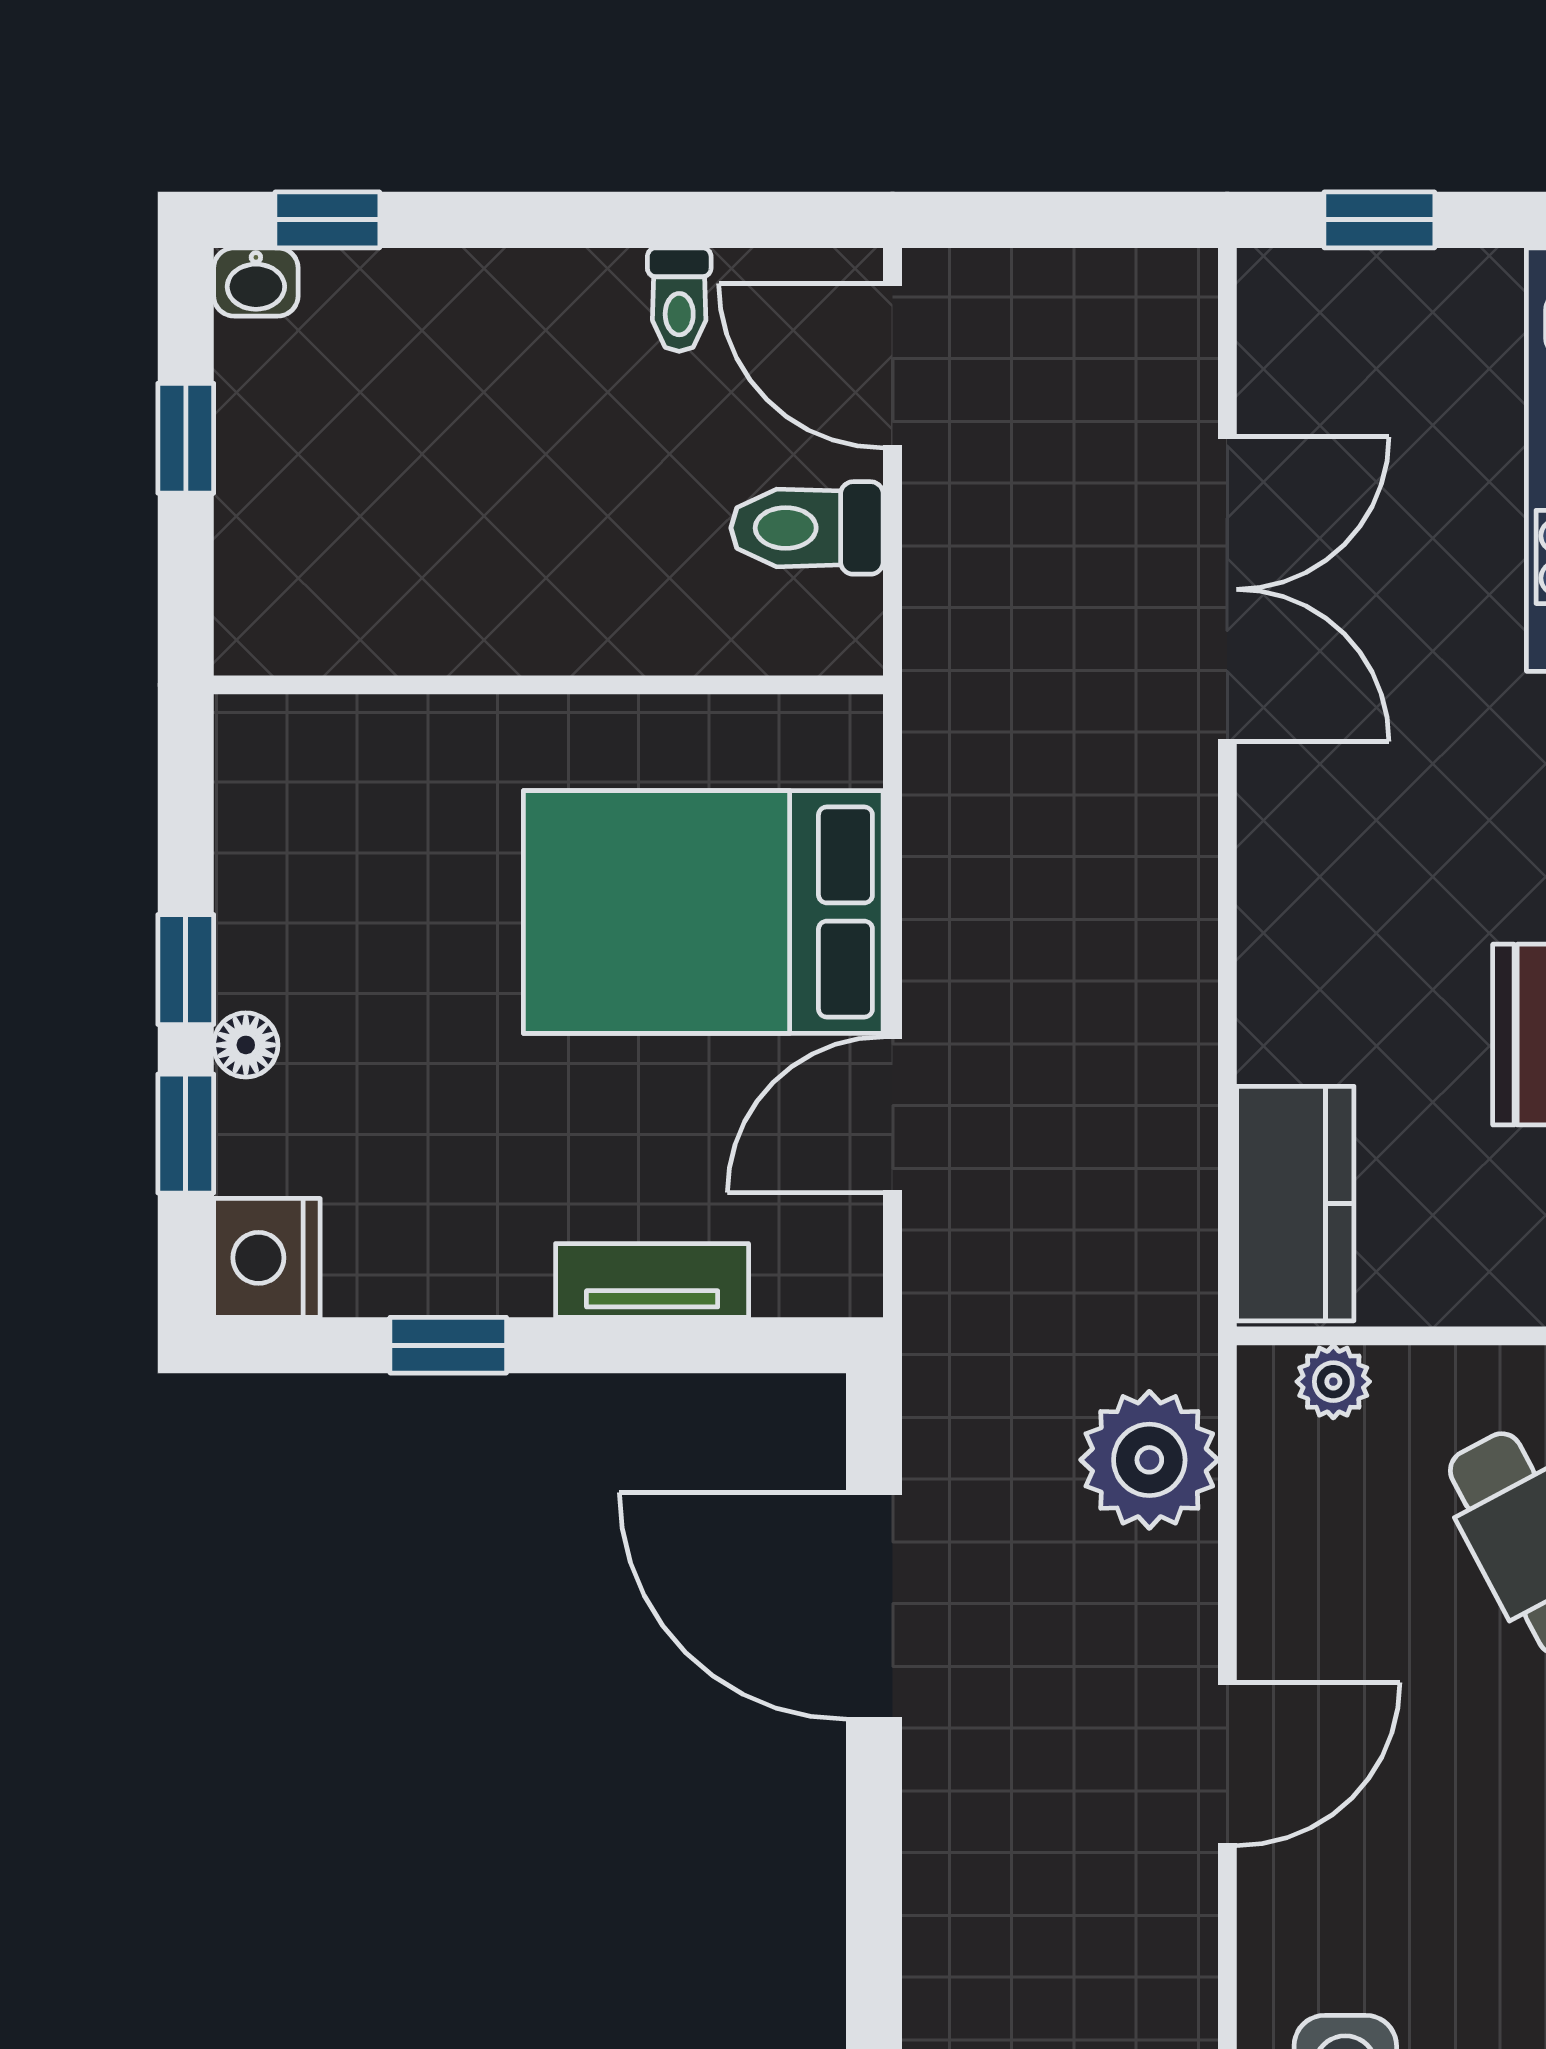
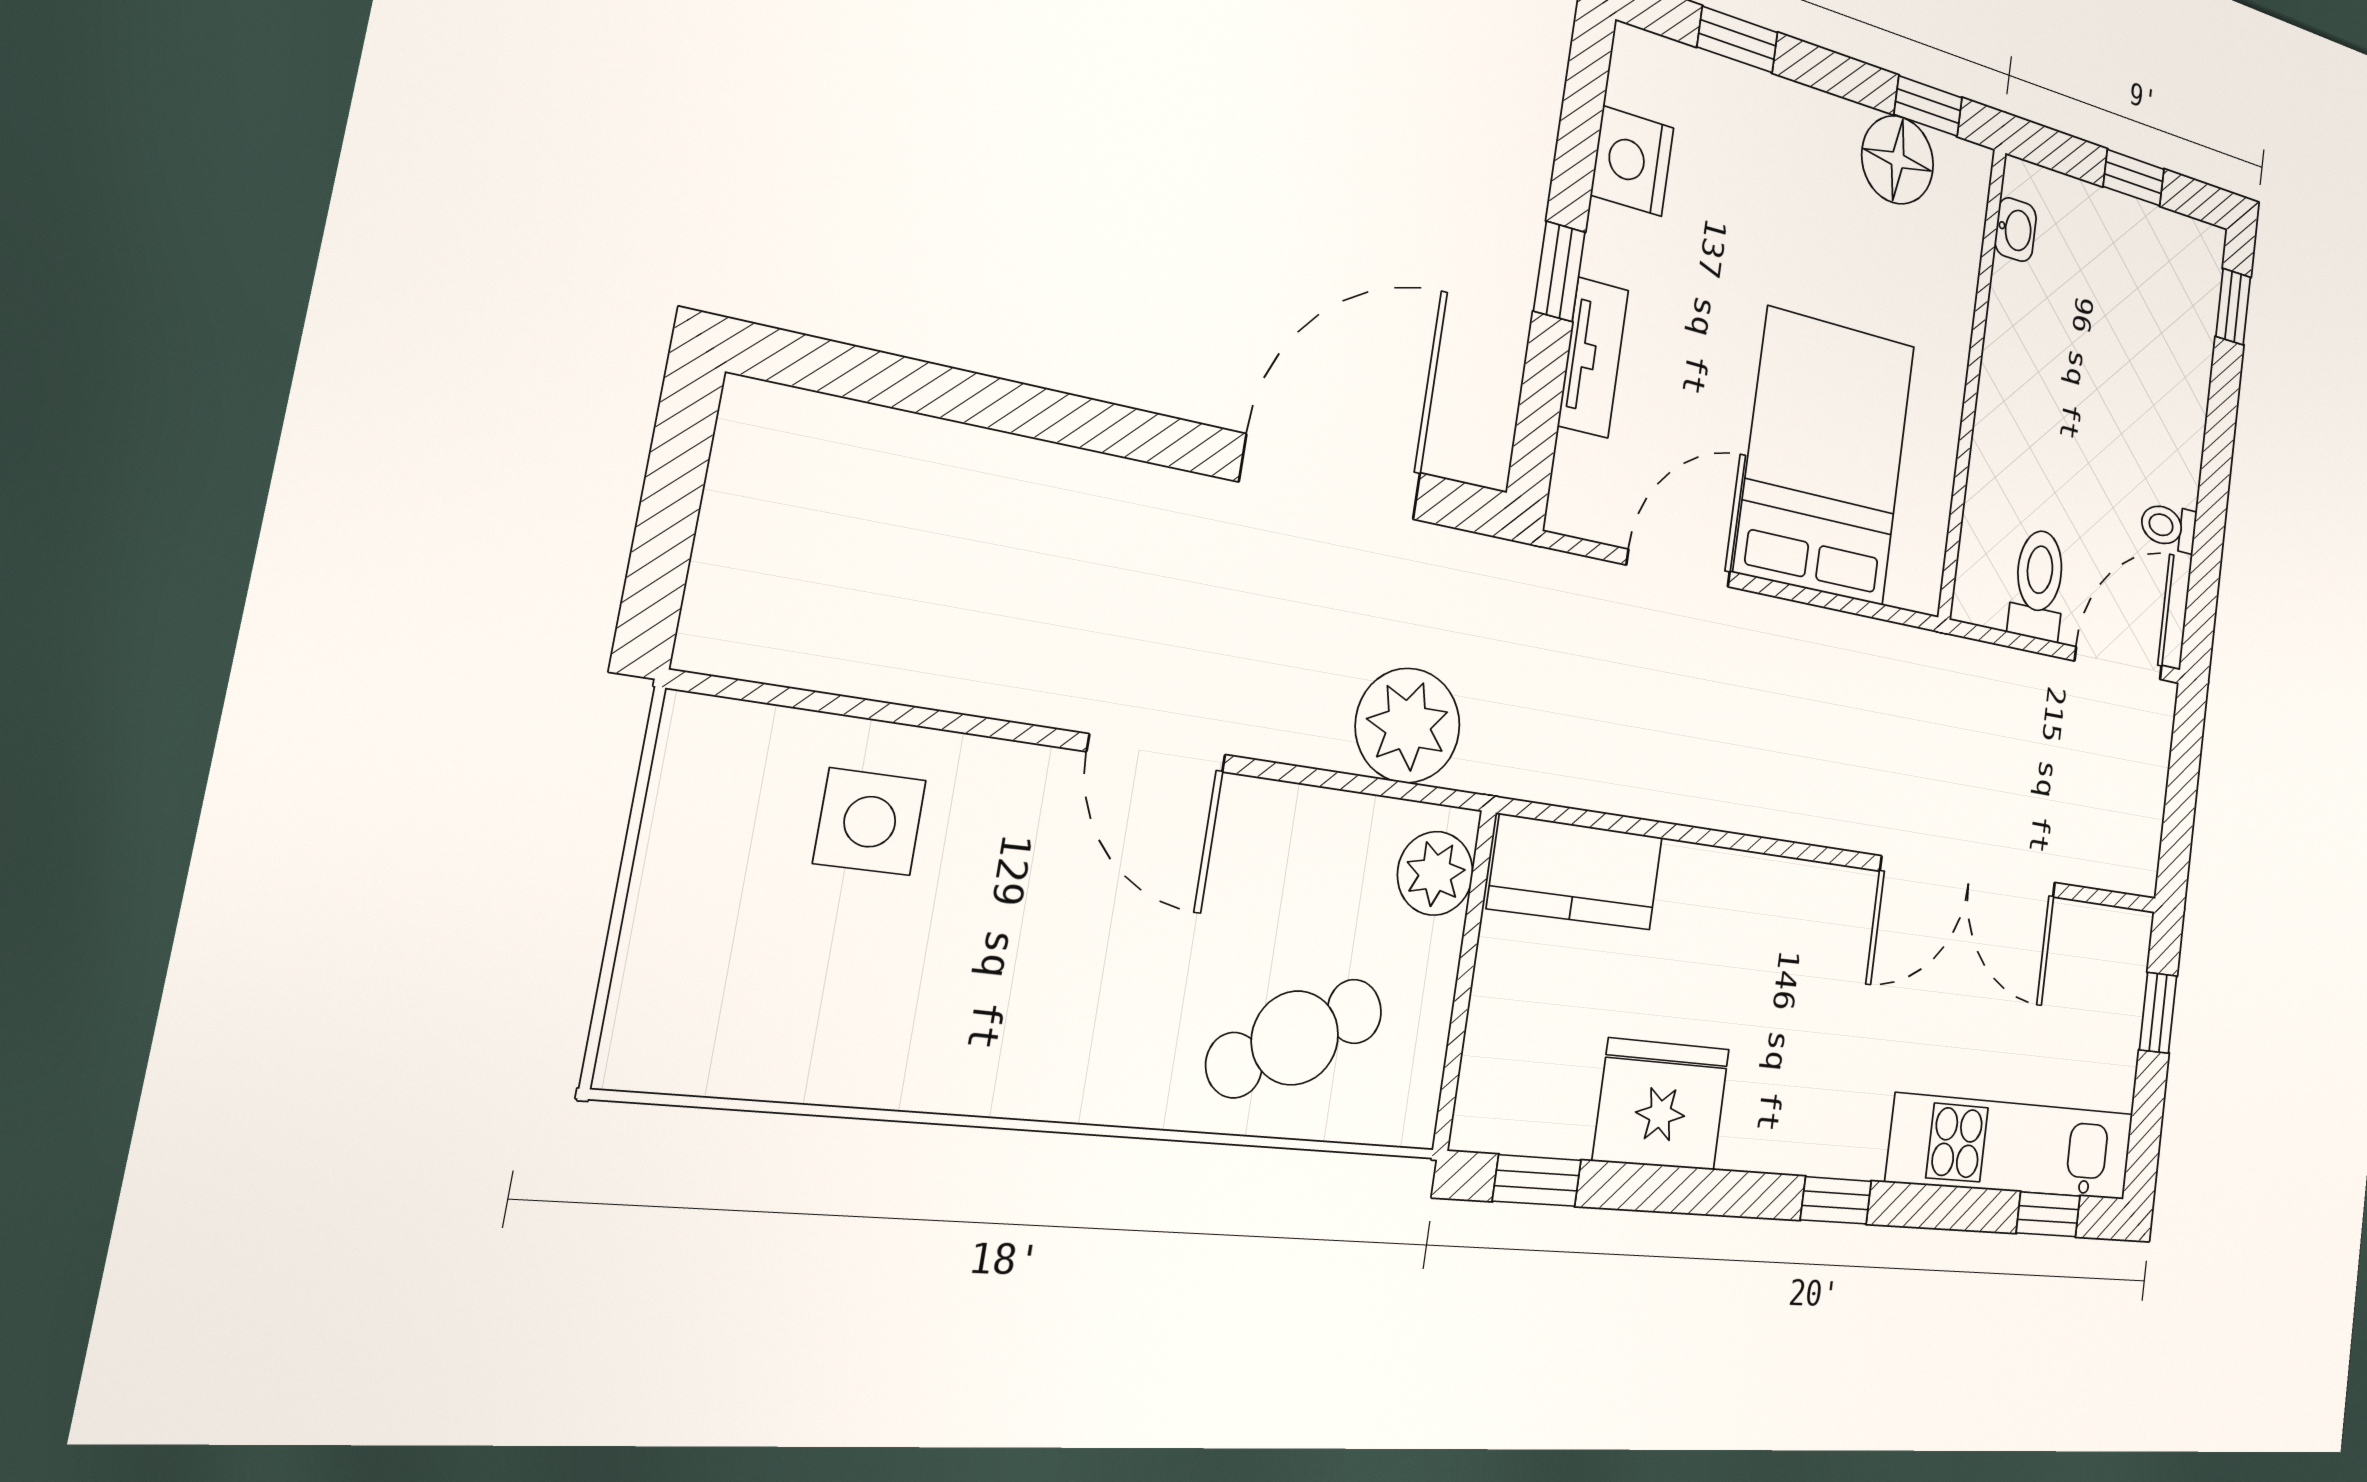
washbasin: (256, 282) -> (2016, 230), moved, turned 180
window: (186, 970) -> (1928, 106), moved
floor lamp: (246, 1045) -> (1898, 160), moved, width x1.89, depth x1.89
door: (893, 1115) -> (1679, 568), hinge flipped
nightstand: (267, 1258) -> (1632, 161), moved, turned -90
window: (448, 1345) -> (1559, 272), moved
plant: (1333, 1382) -> (1435, 873), width x1.38, depth x1.38

